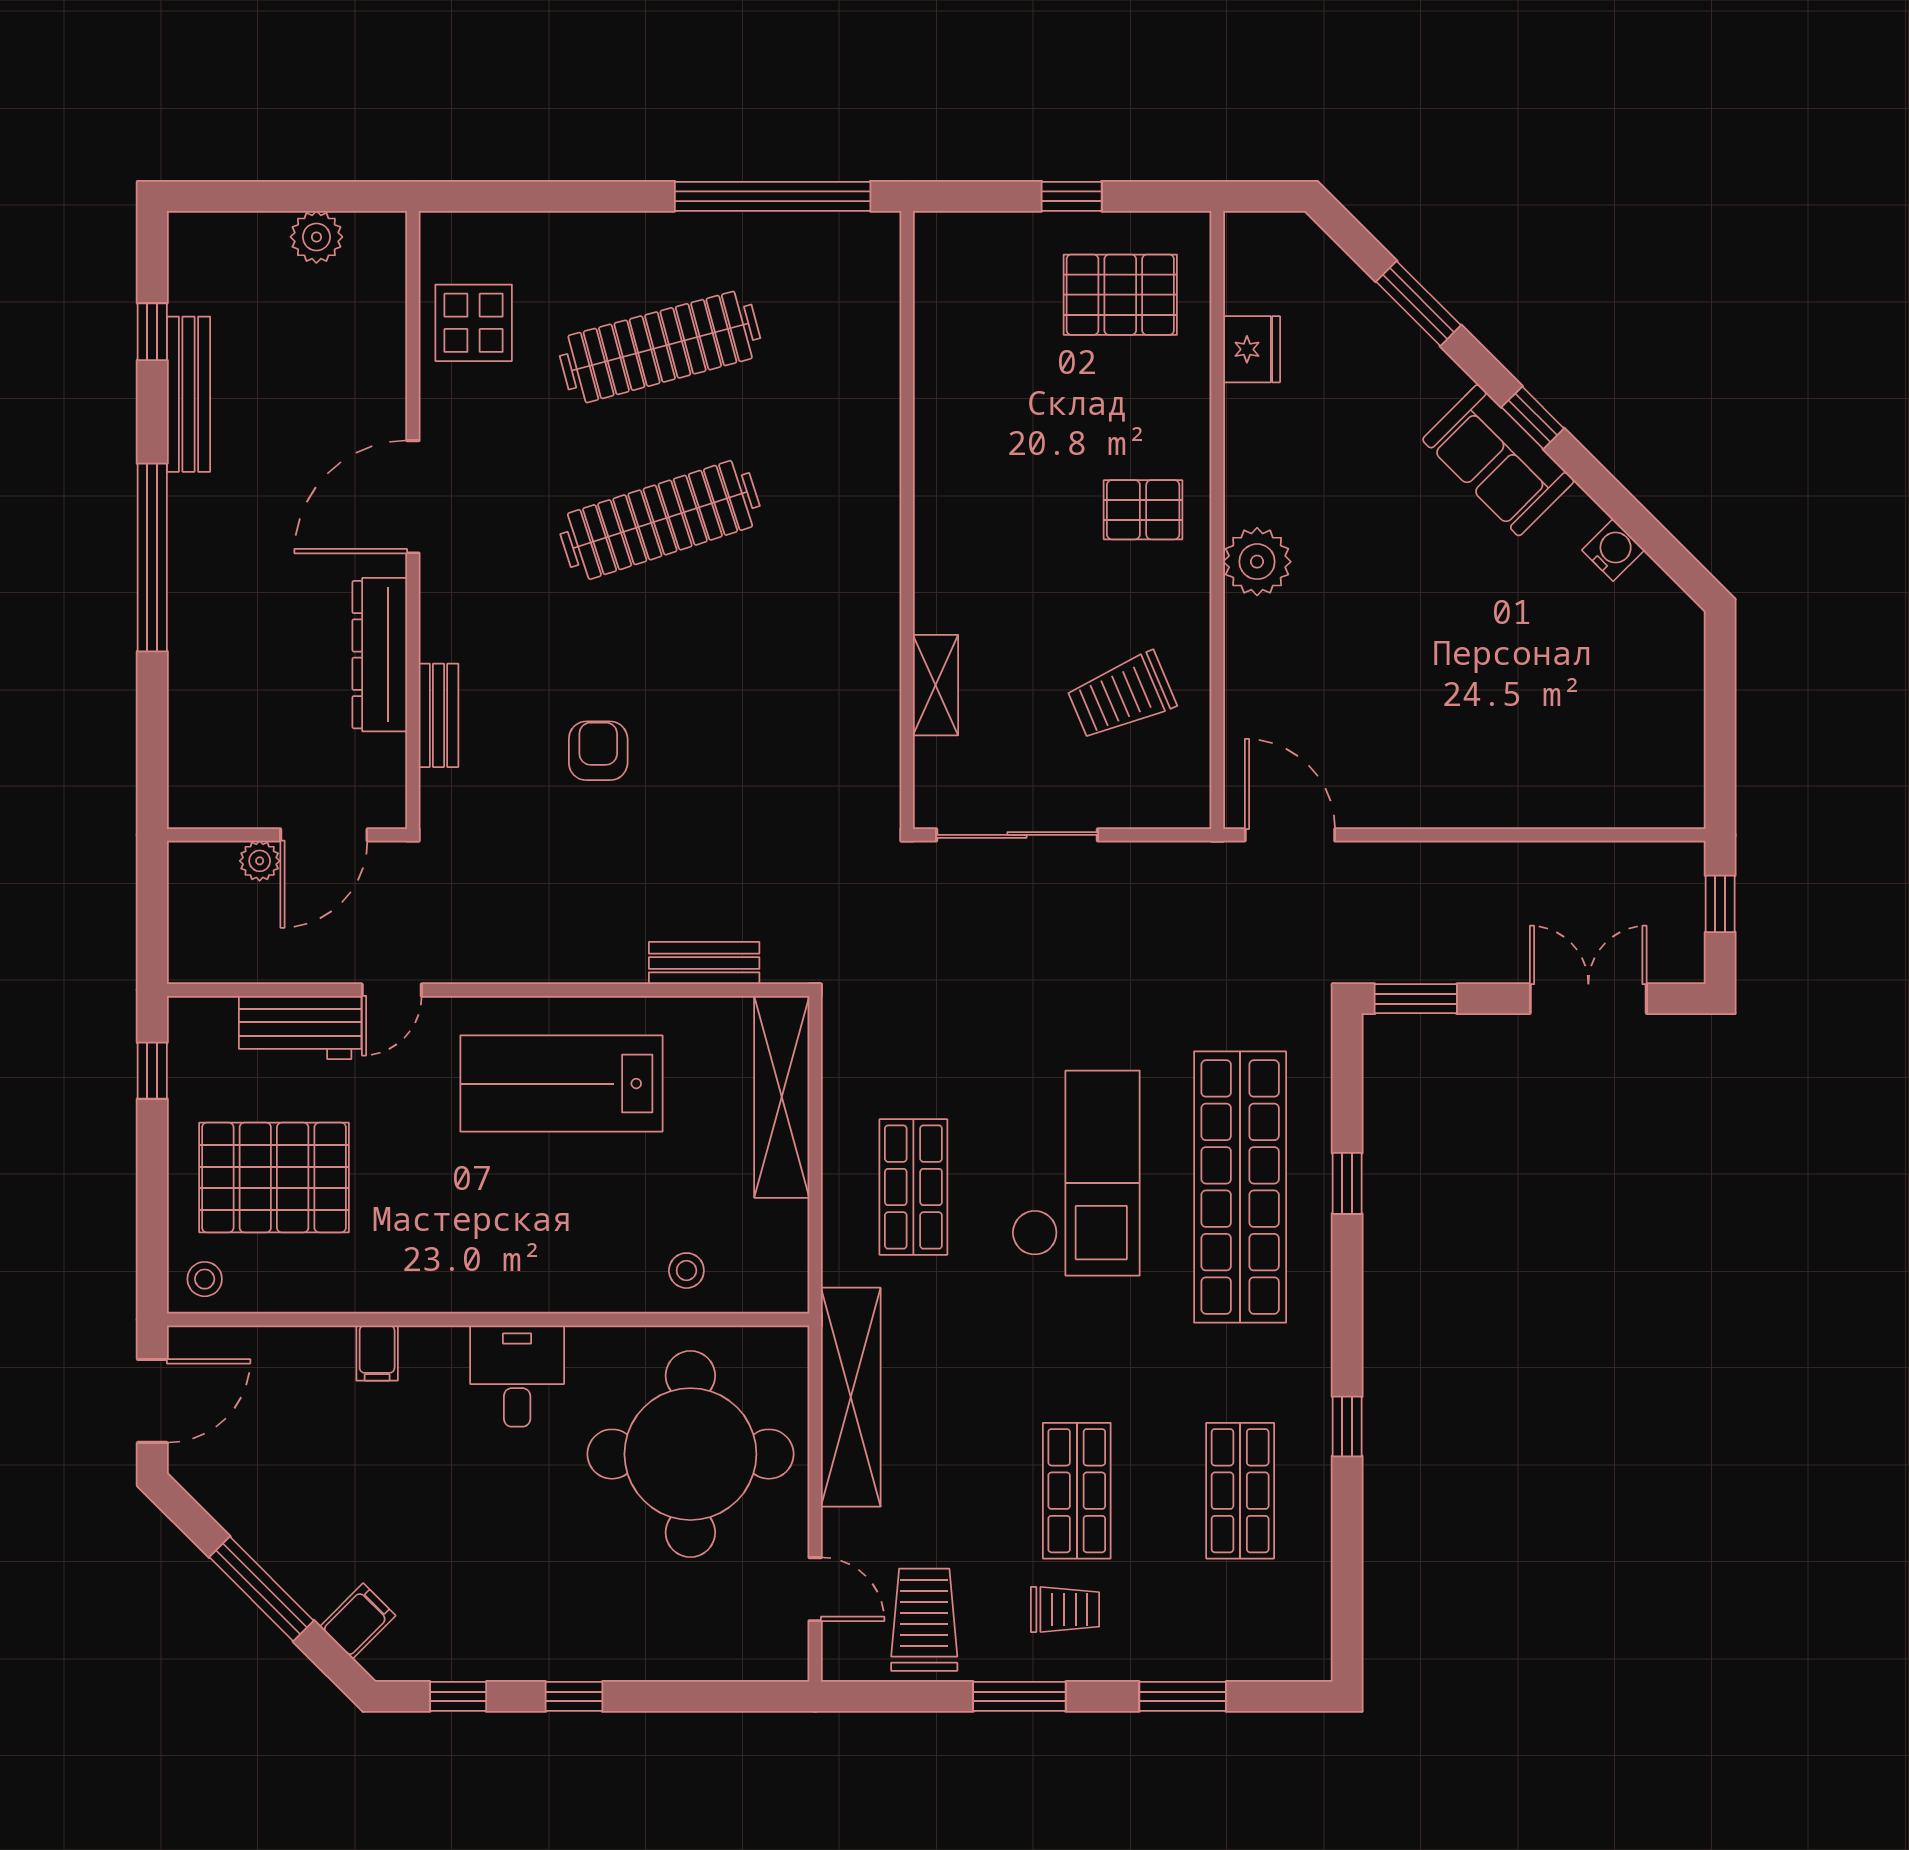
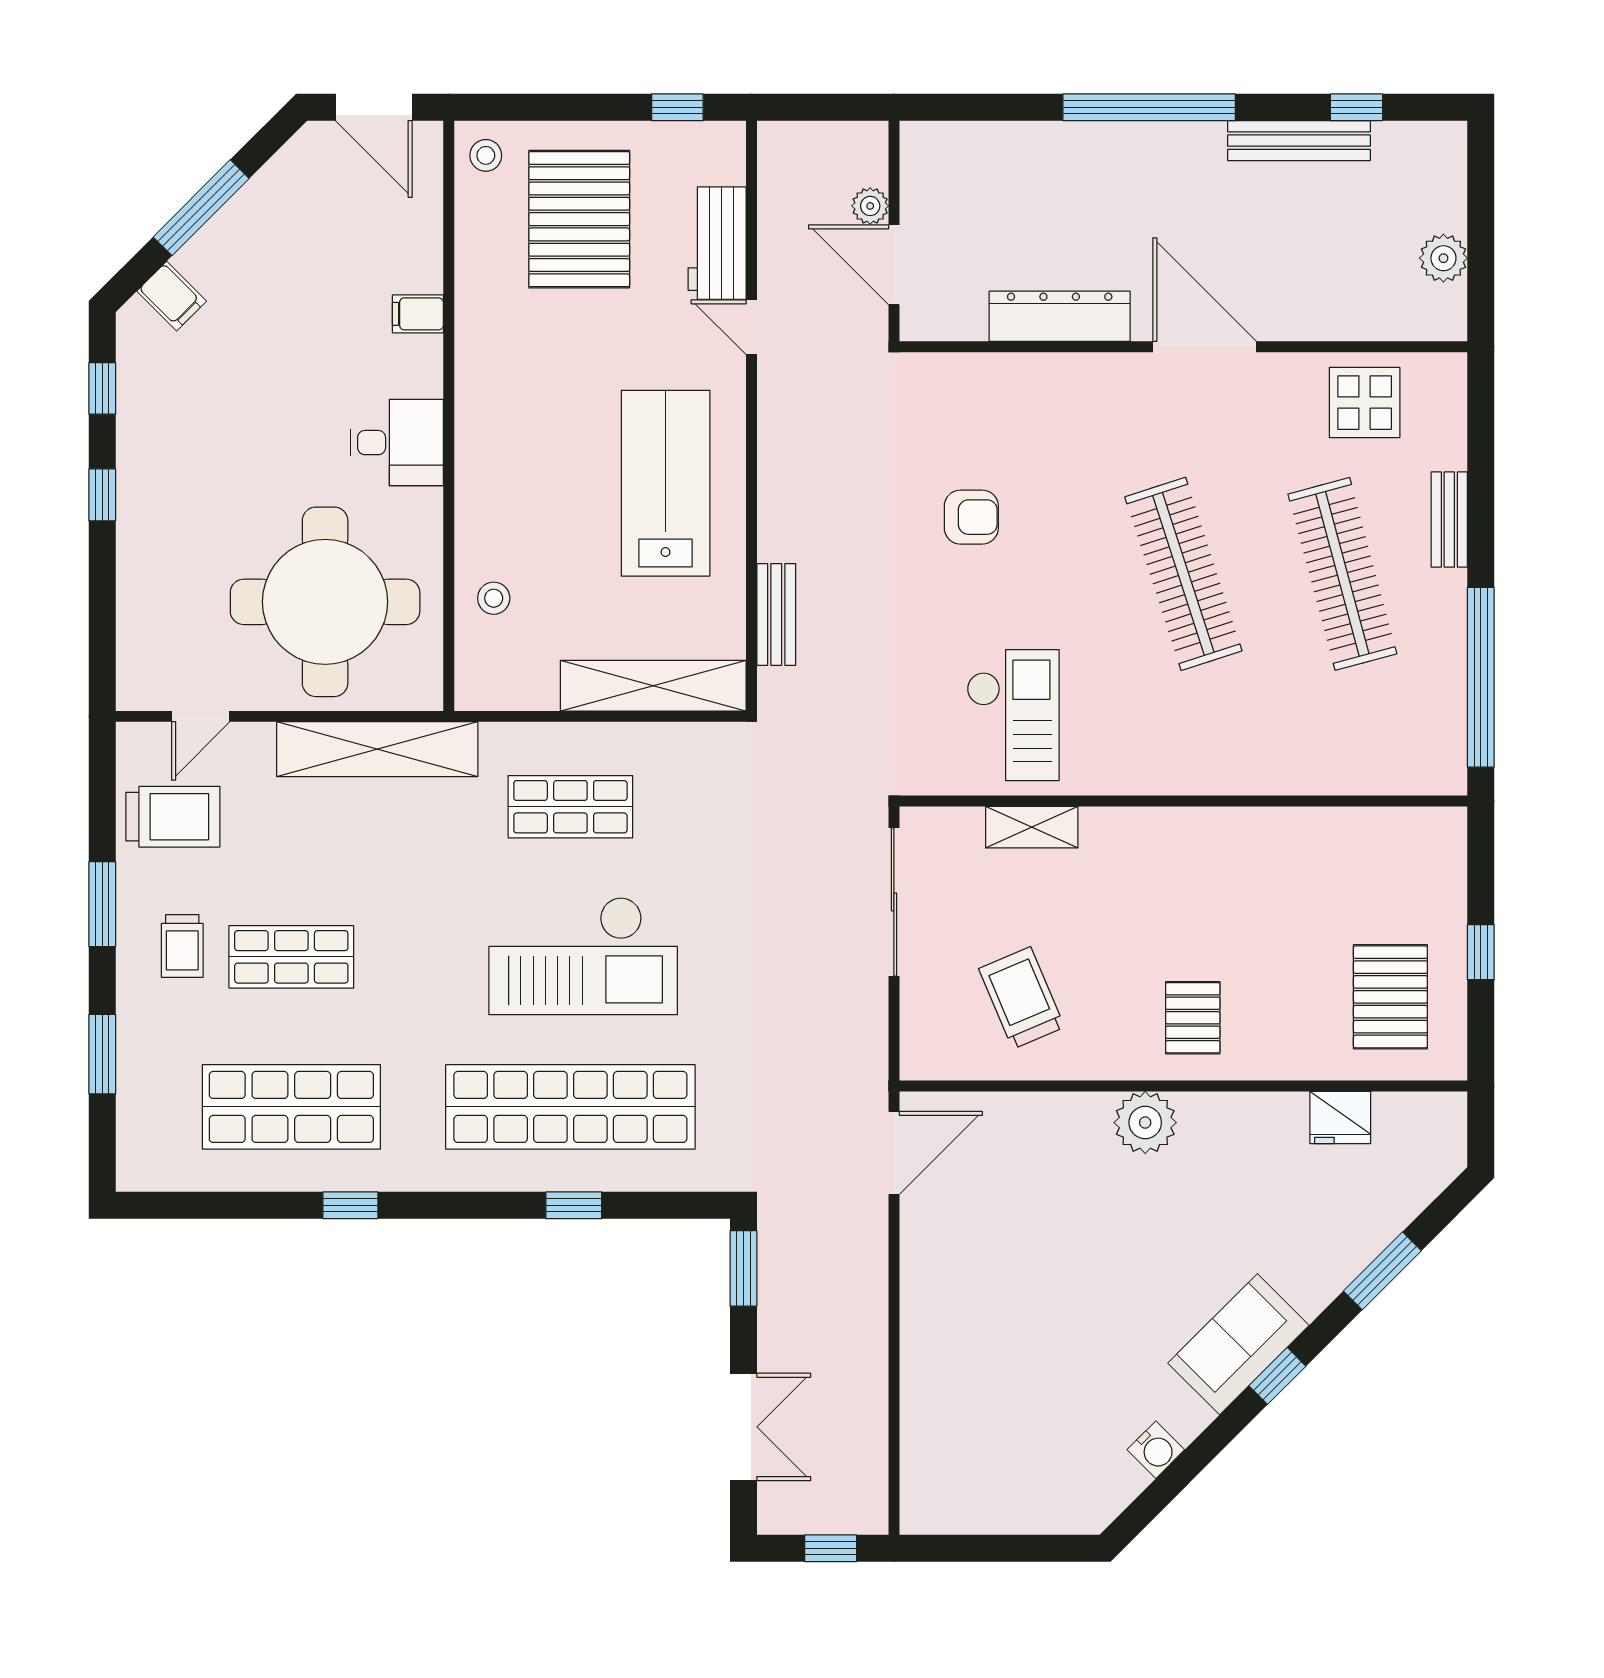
checkout: (814, 705) -> (1013, 715), added
bench: (438, 715) -> (1449, 519), moved, turned 90
shop shelf: (1240, 1491) -> (291, 1107), width x1.43, depth x1.36

